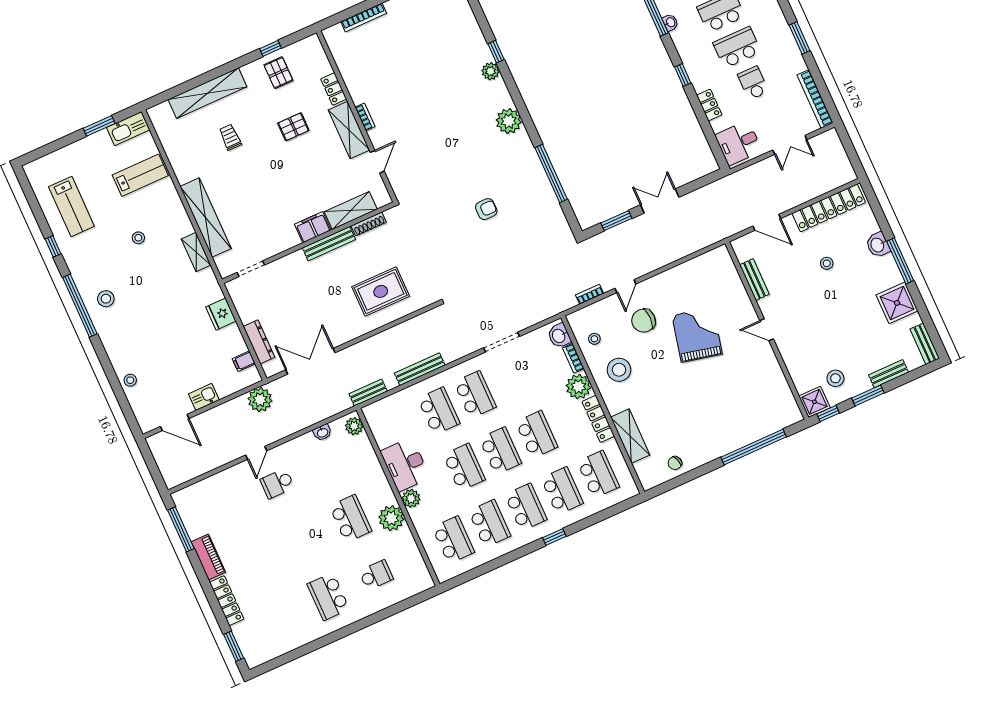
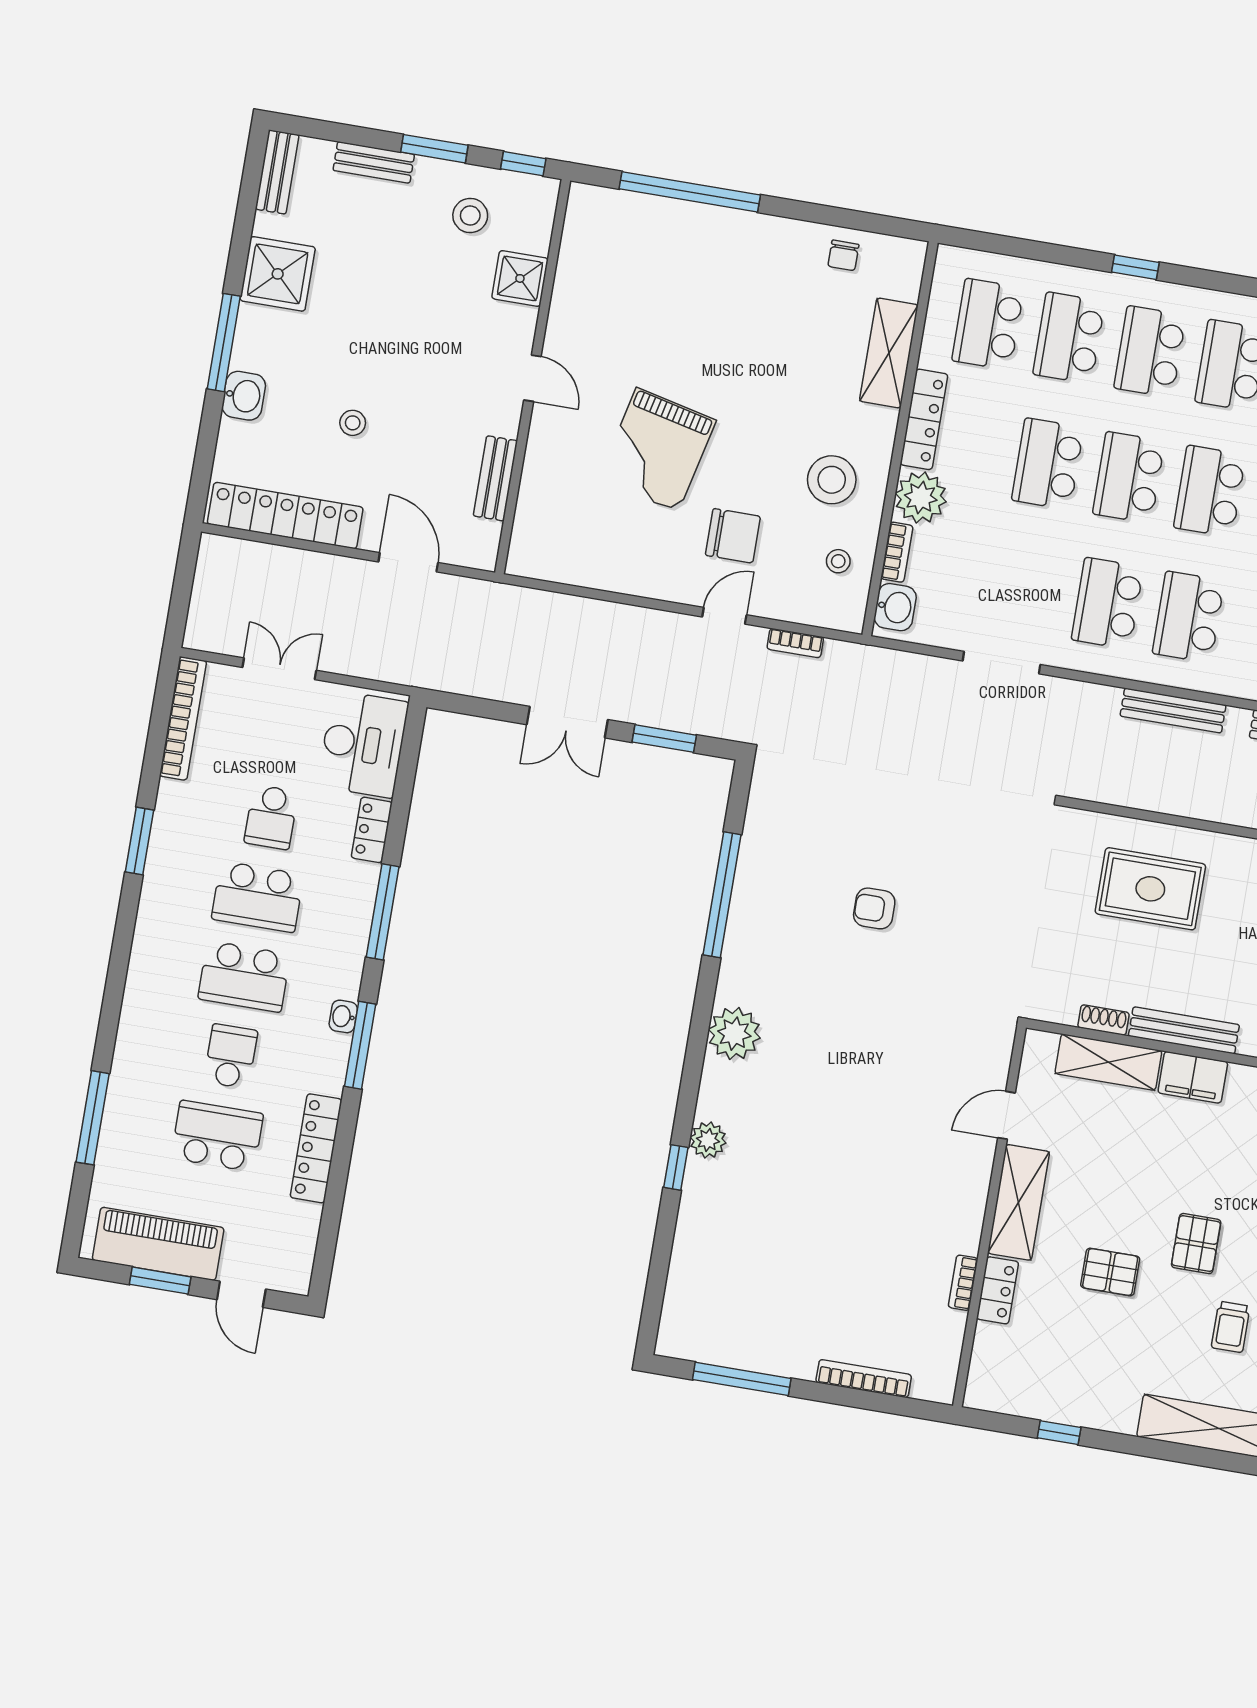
pallet: (278, 73) -> (1196, 1244), moved
window: (683, 75) -> (383, 912), width x2.17
bookcase: (365, 117) -> (963, 1283), moved
desk: (739, 143) -> (363, 744), width x1.37
shoe rack: (369, 224) -> (1103, 1020), width x0.70
shower: (814, 402) -> (520, 278), moved
chair: (675, 463) -> (843, 255), turned 109

